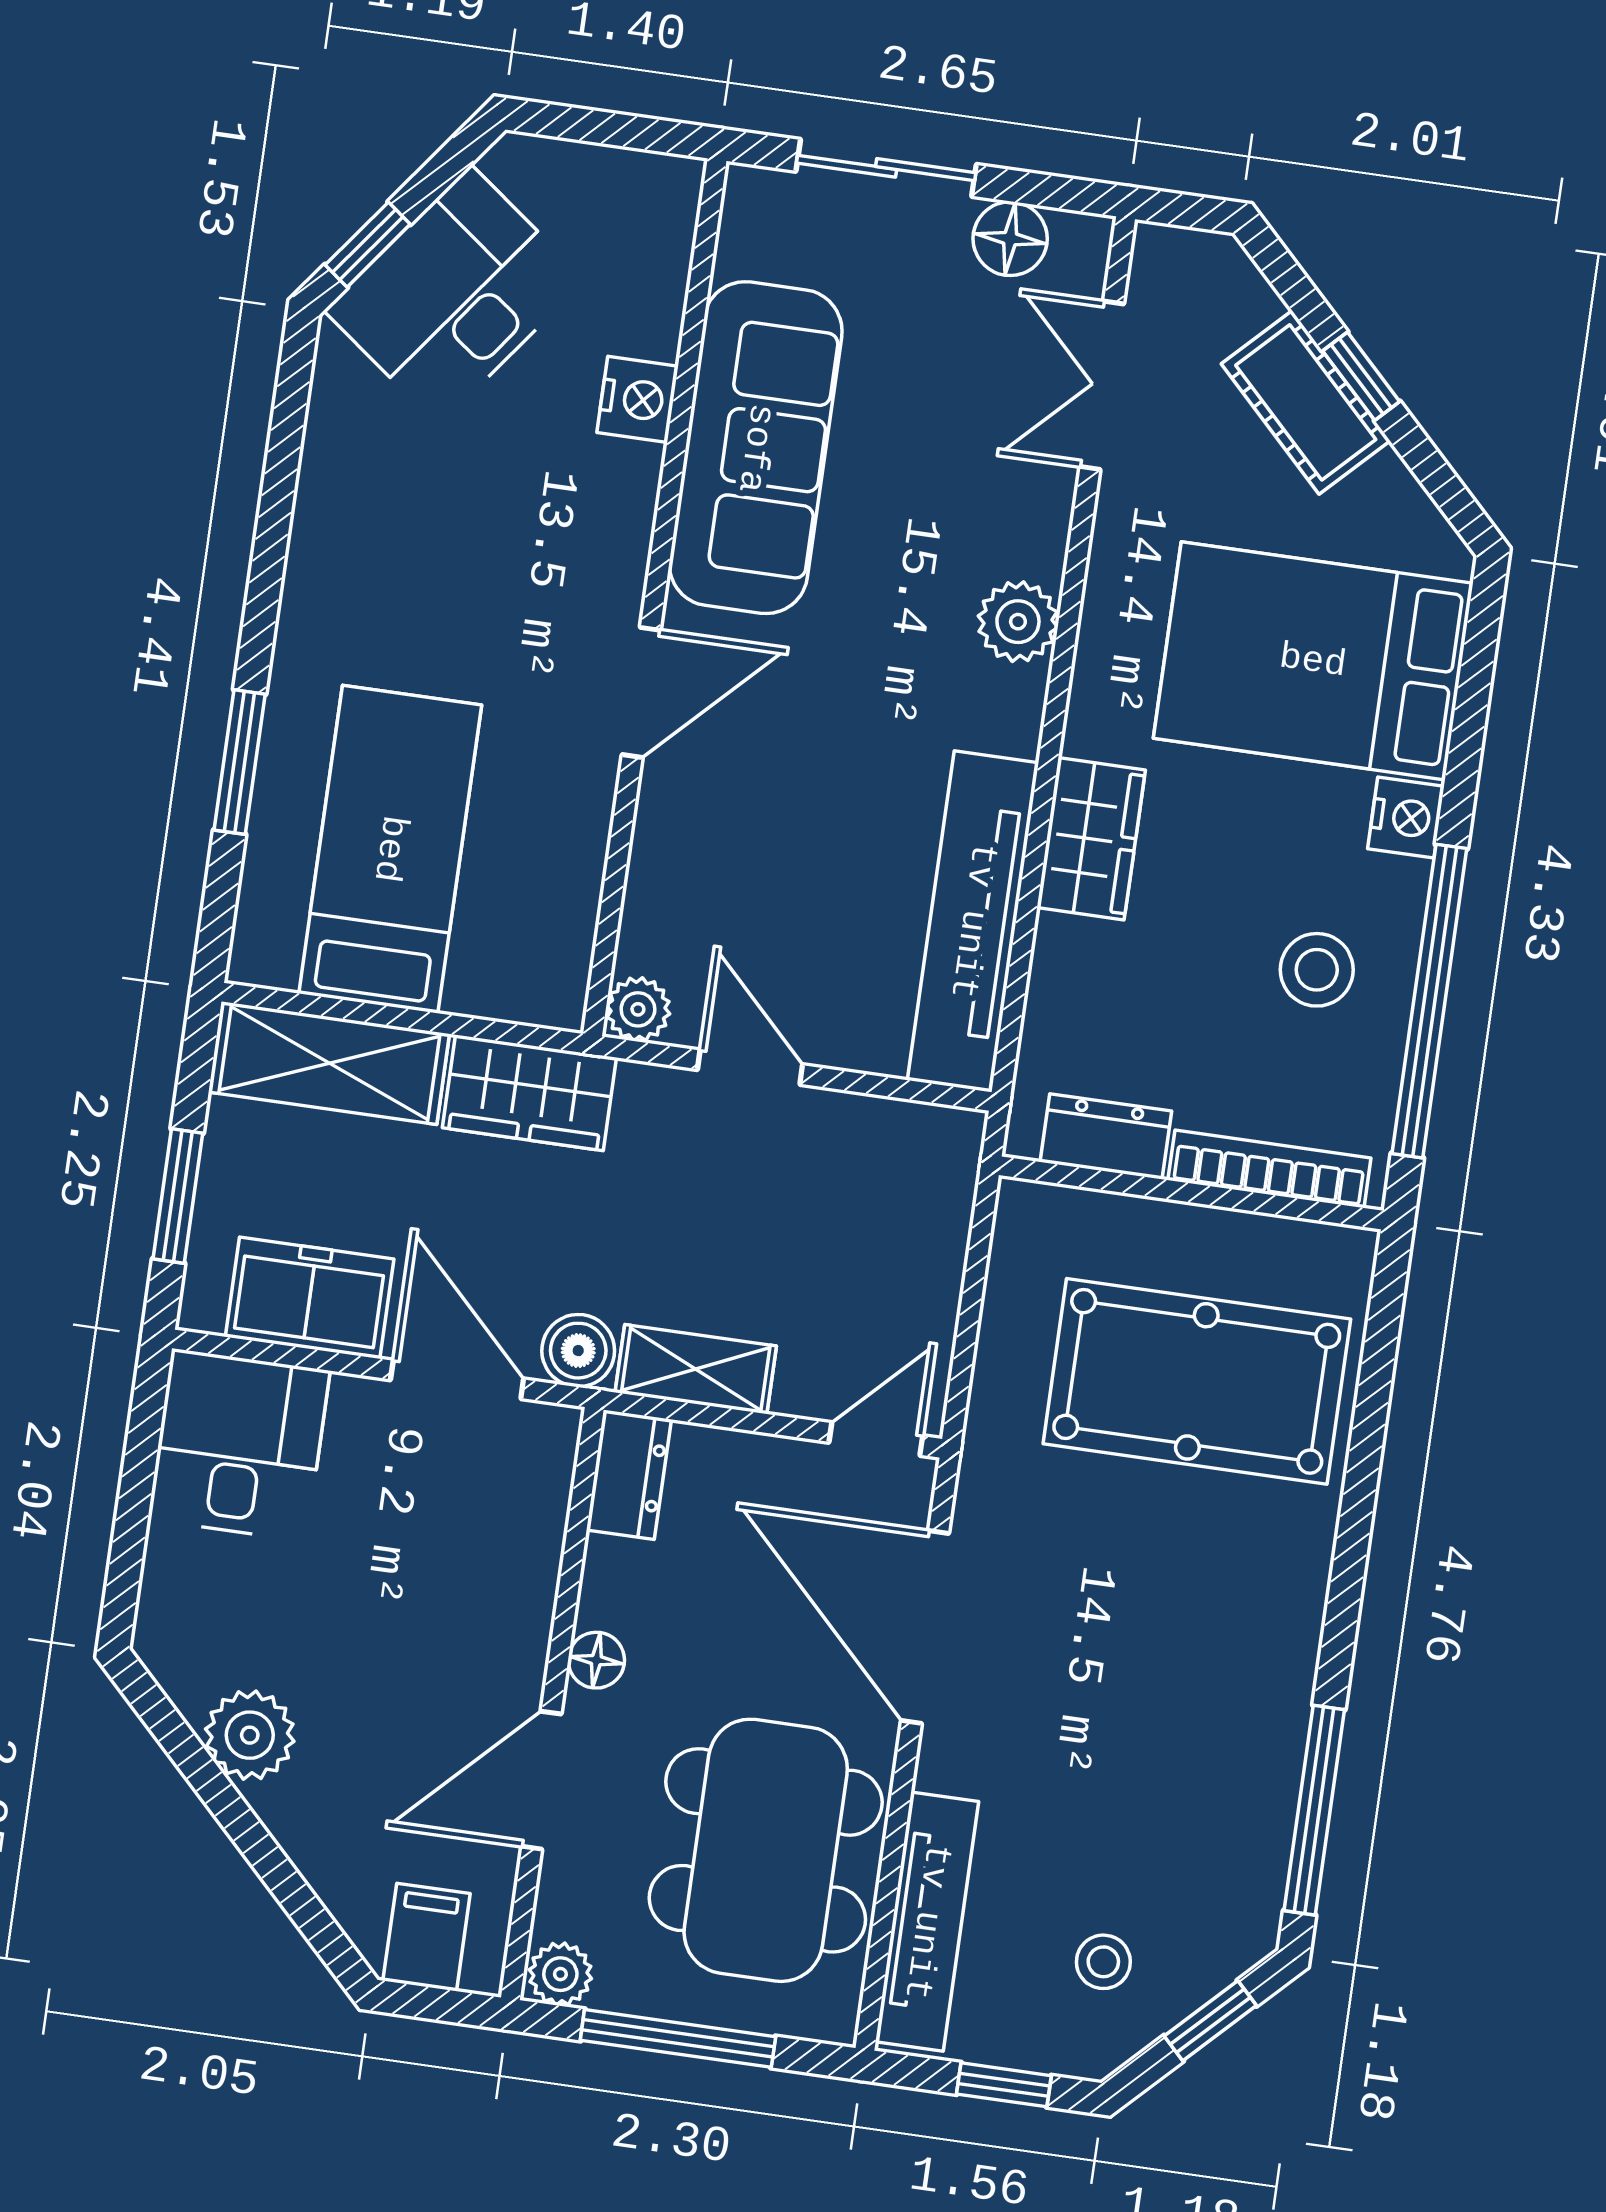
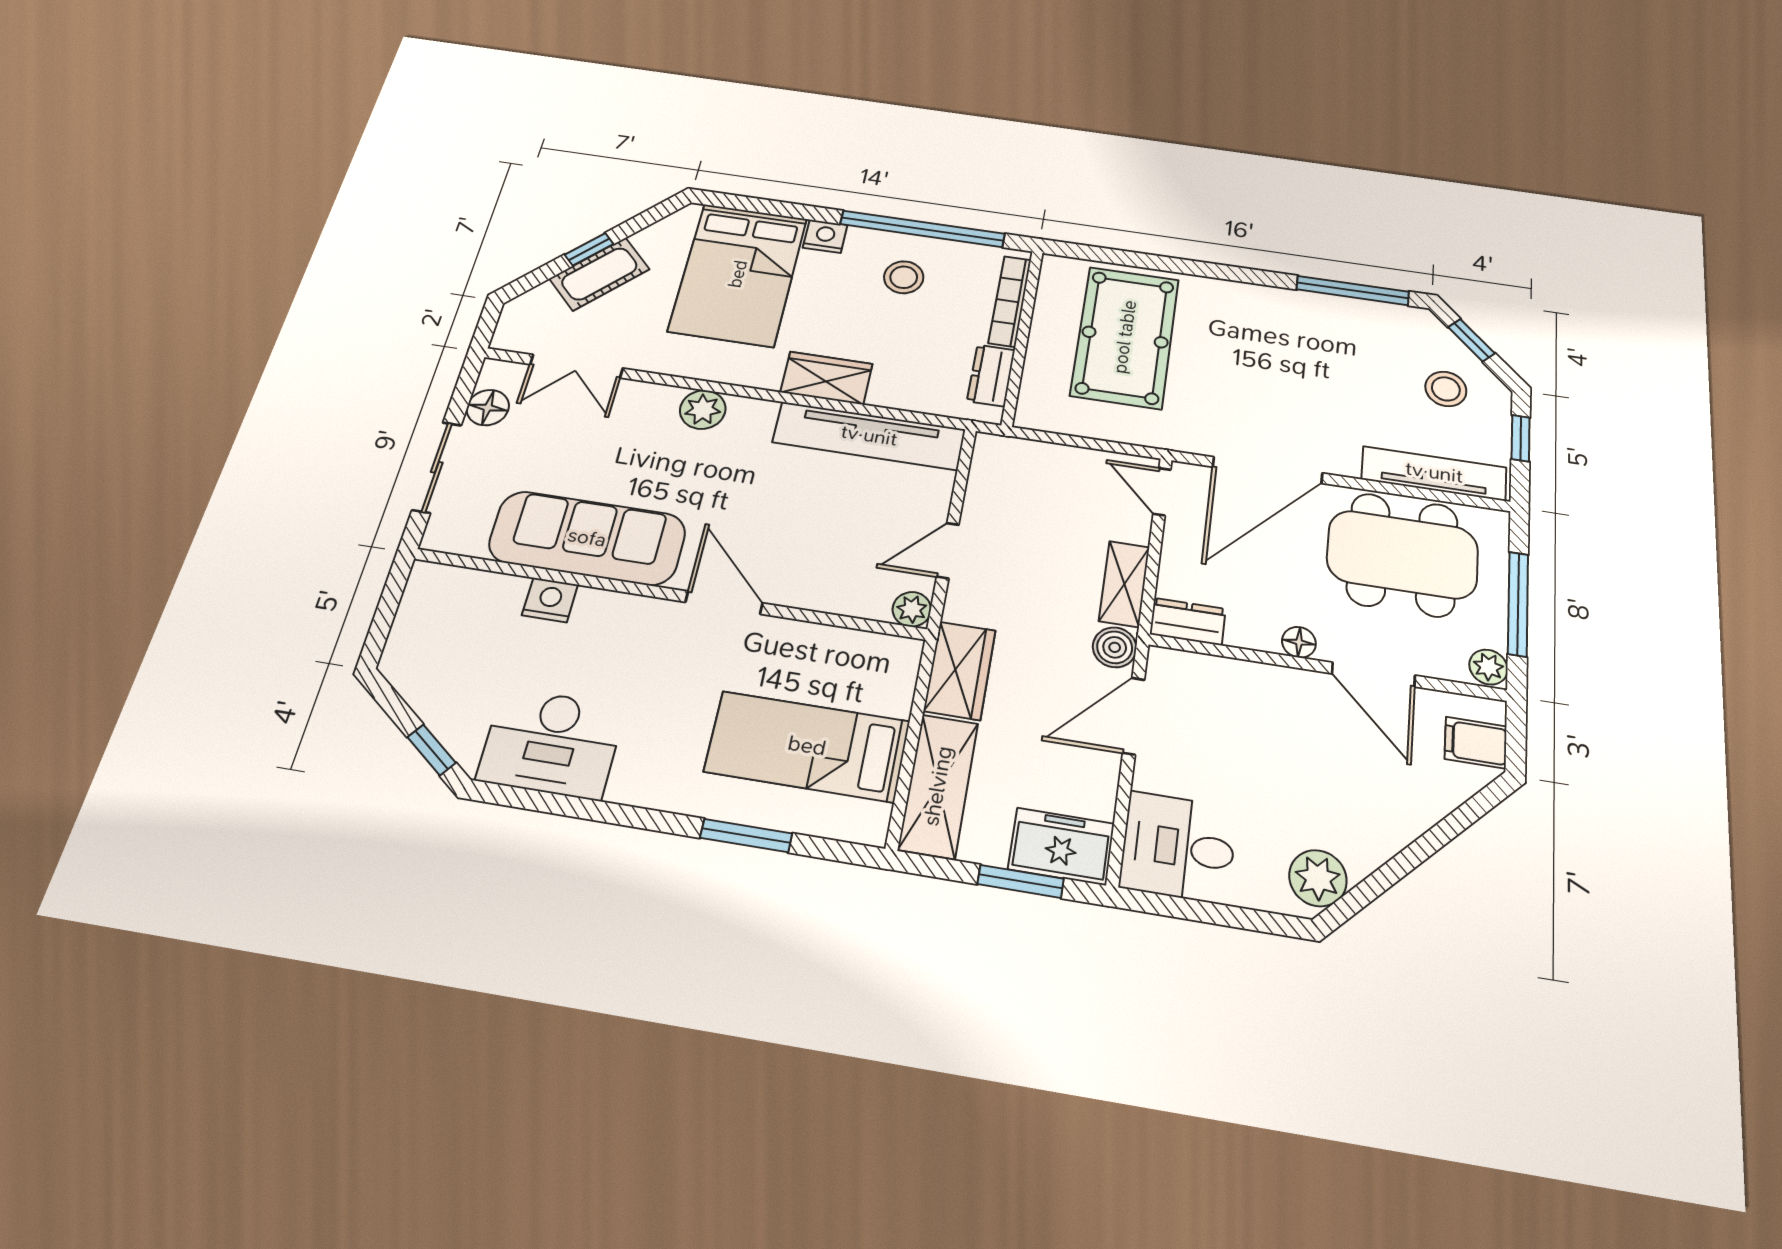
desk: (455, 295) -> (551, 743), moved, turned -37
freezer: (310, 1298) -> (1061, 846), moved, turned 90
plant: (250, 1735) -> (1318, 878), moved
stool: (1103, 1962) -> (1446, 389), width x1.37, depth x1.37

